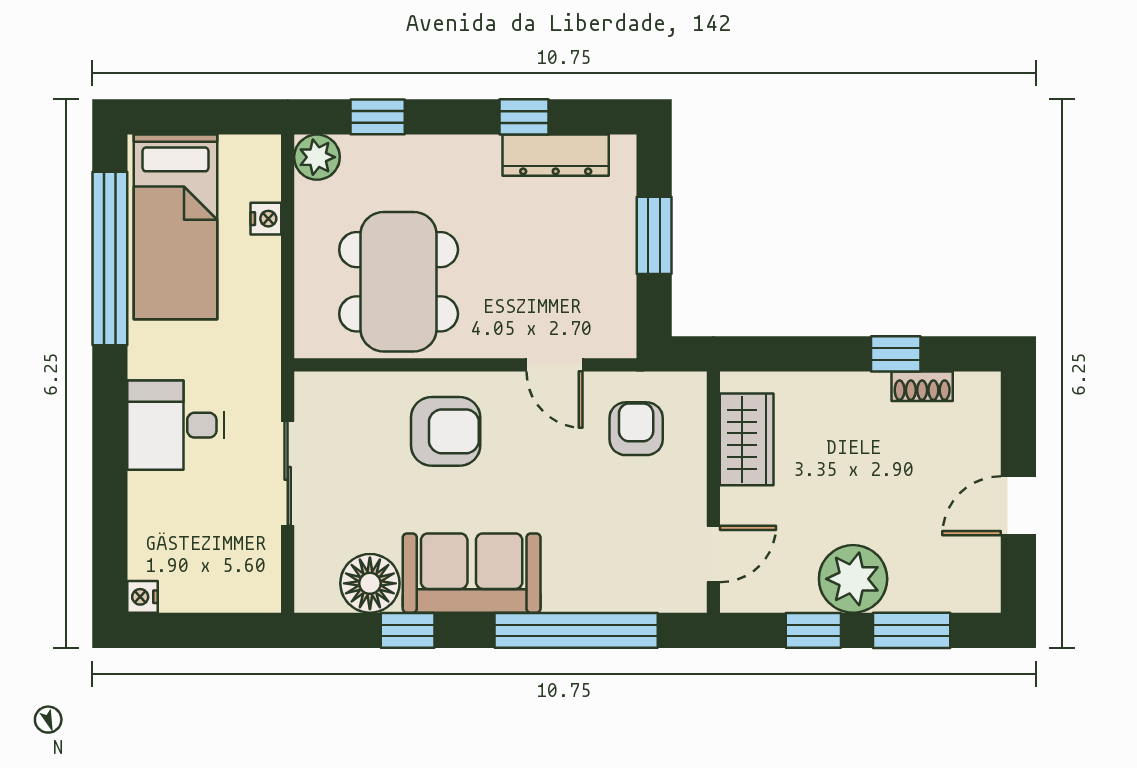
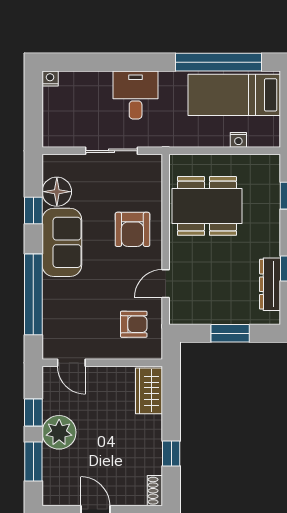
plant: (317, 157) -> (269, 165), removed
shoe rack: (922, 386) -> (155, 491), moved
wardrobe: (747, 439) -> (149, 391), moved, turned 90

